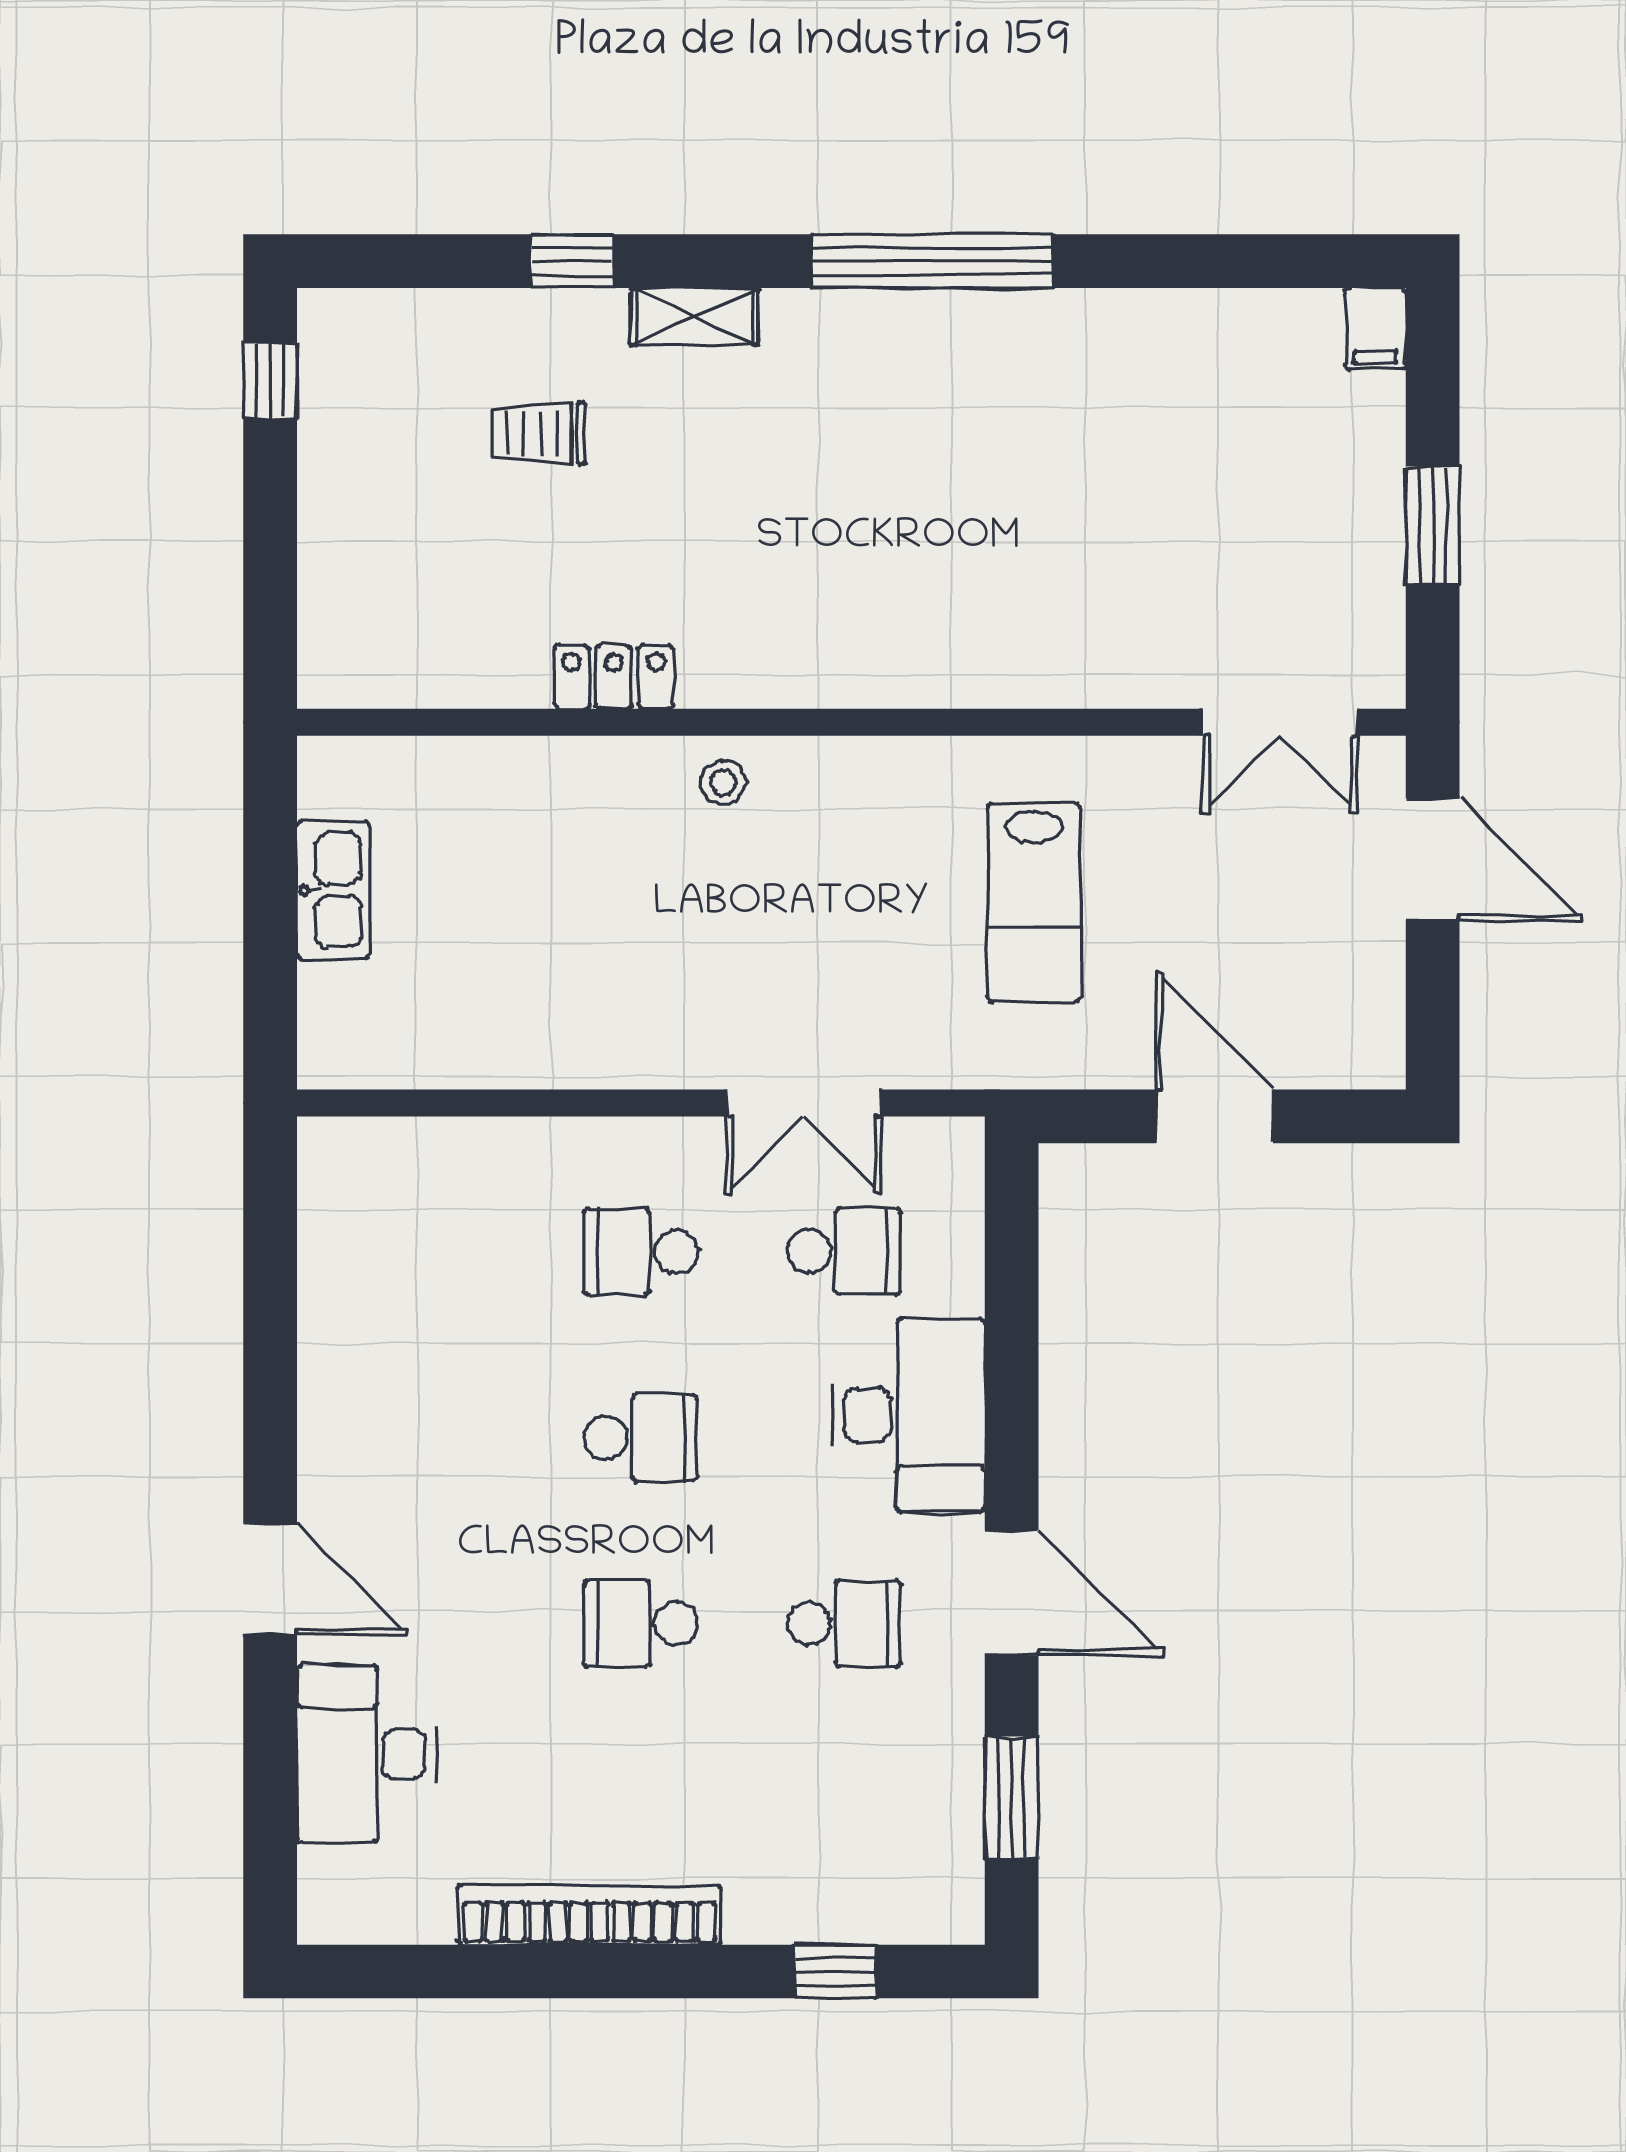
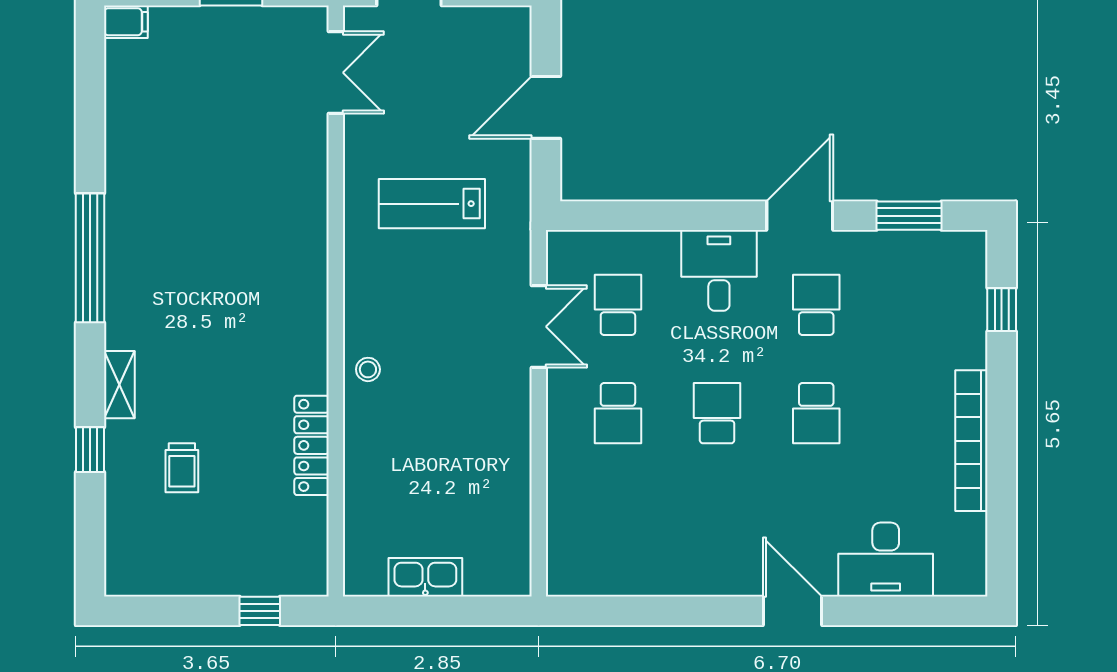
window: (270, 381) -> (260, 611), moved
locker: (614, 677) -> (312, 445), width x1.53
lab bench: (1034, 903) -> (432, 204), turned 180
desk: (909, 1415) -> (719, 270), width x0.73
door: (270, 1579) -> (793, 611), hinge flipped

